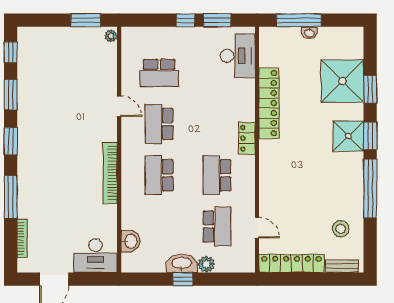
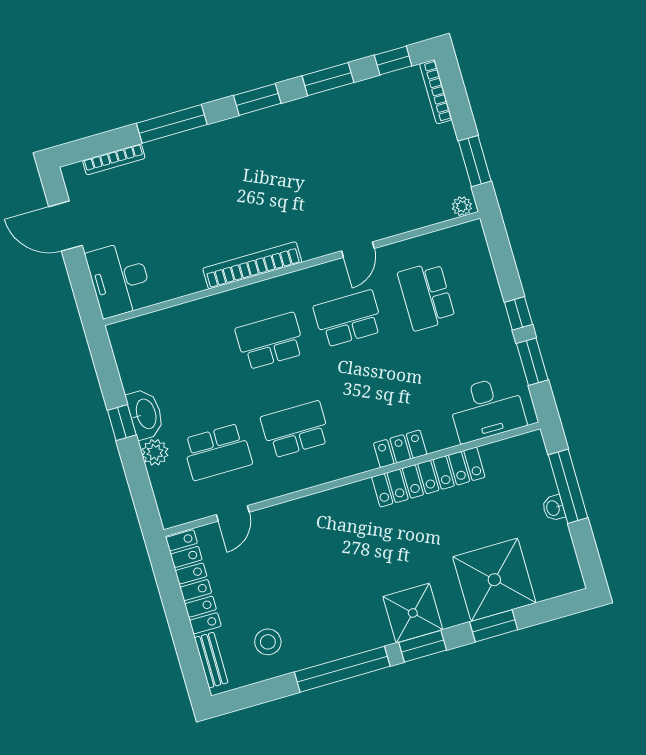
bookcase: (37, 32) -> (436, 92), added
locker: (247, 138) -> (400, 449), moved
washbasin: (130, 241) -> (157, 326), removed

